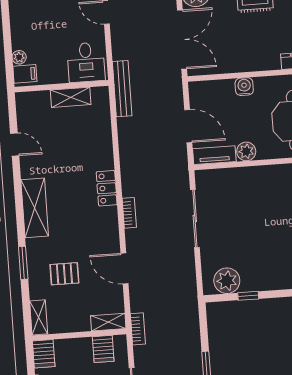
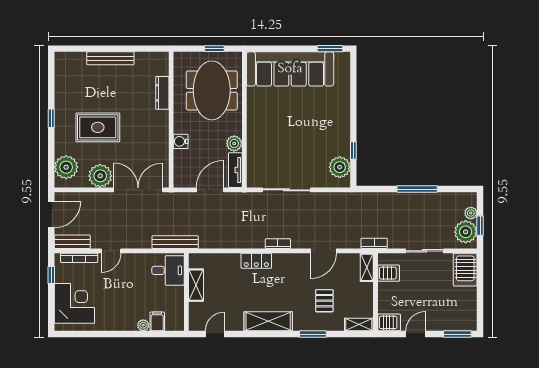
desk: (86, 62) -> (168, 270), moved
wall: (61, 86) -> (186, 292), moved
shelving: (71, 97) -> (196, 285), moved

